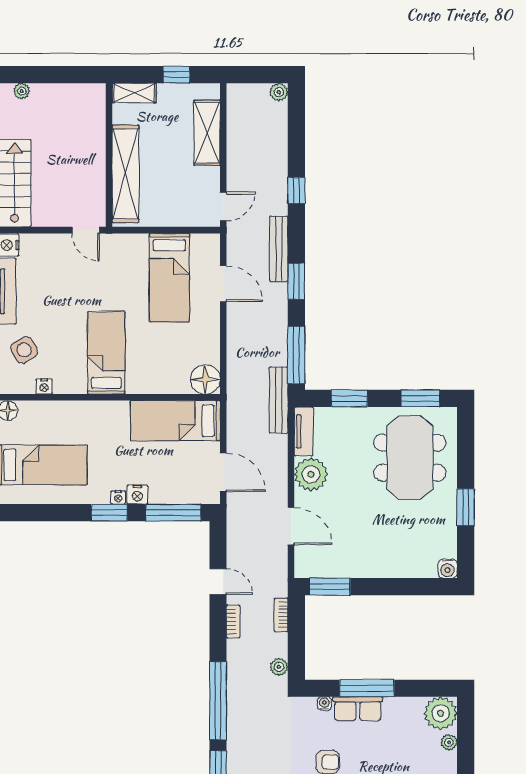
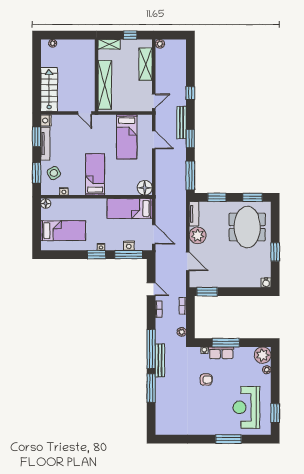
plant: (279, 92) -> (160, 44), moved
bench: (279, 400) -> (160, 360), moved
nightstand: (137, 495) -> (129, 246), moved

